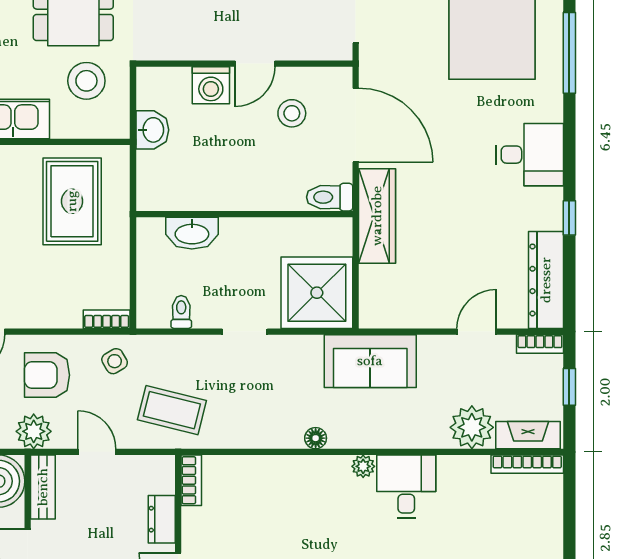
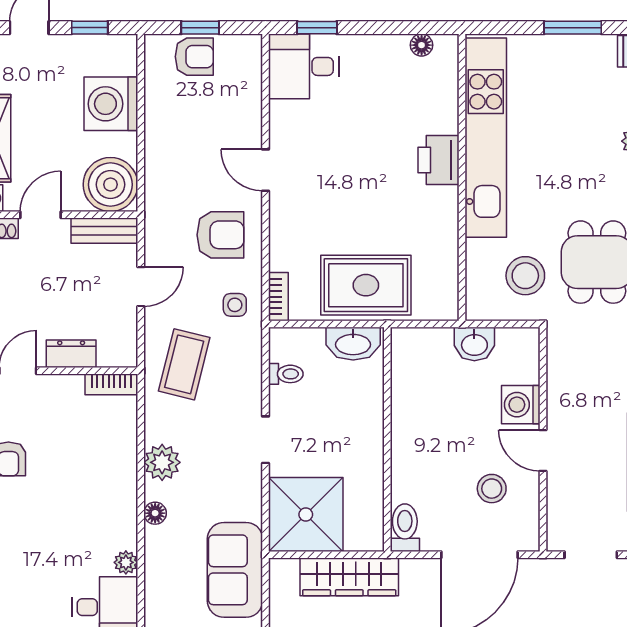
rug: (72, 201) -> (366, 285), moved
wardrobe: (377, 216) -> (349, 577), moved
washbasin: (192, 233) -> (353, 344), moved, turned -90
side table: (115, 361) -> (235, 305), turned 30
armchair: (47, 375) -> (220, 235), turned 90
plant: (34, 431) -> (162, 462), moved

